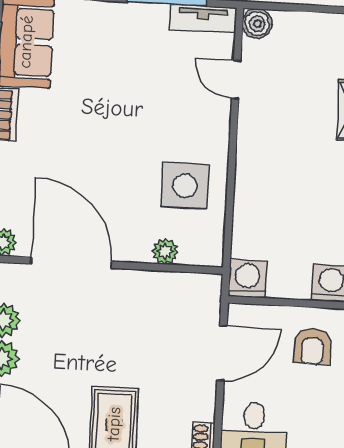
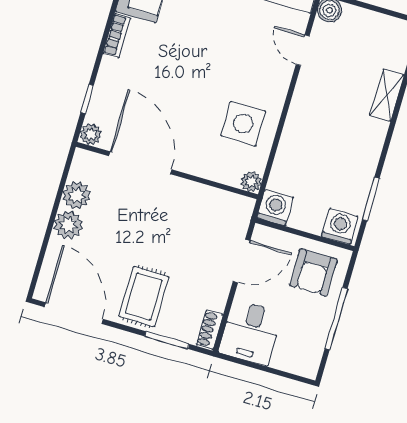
plant: (165, 251) -> (251, 182), moved
armchair: (312, 346) -> (313, 272), width x1.38, depth x1.38

